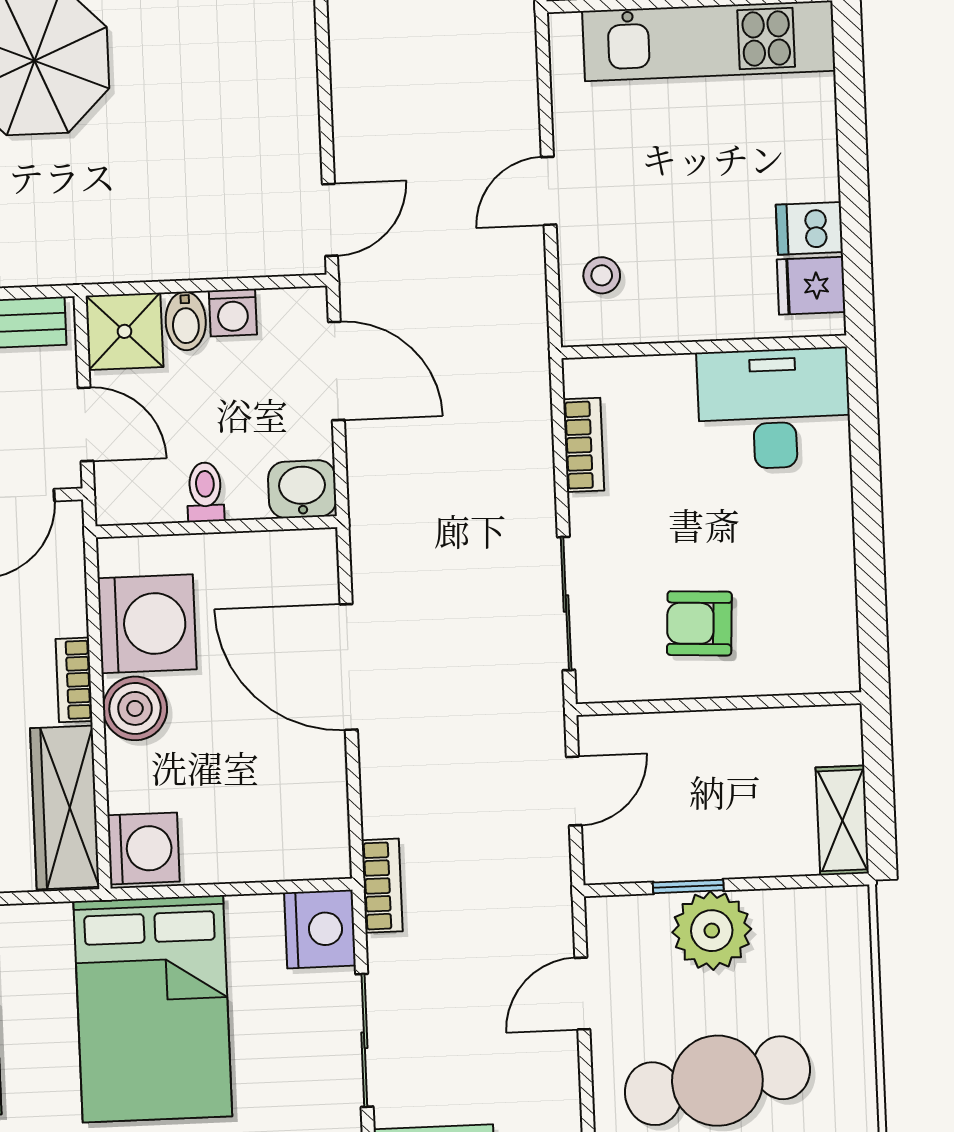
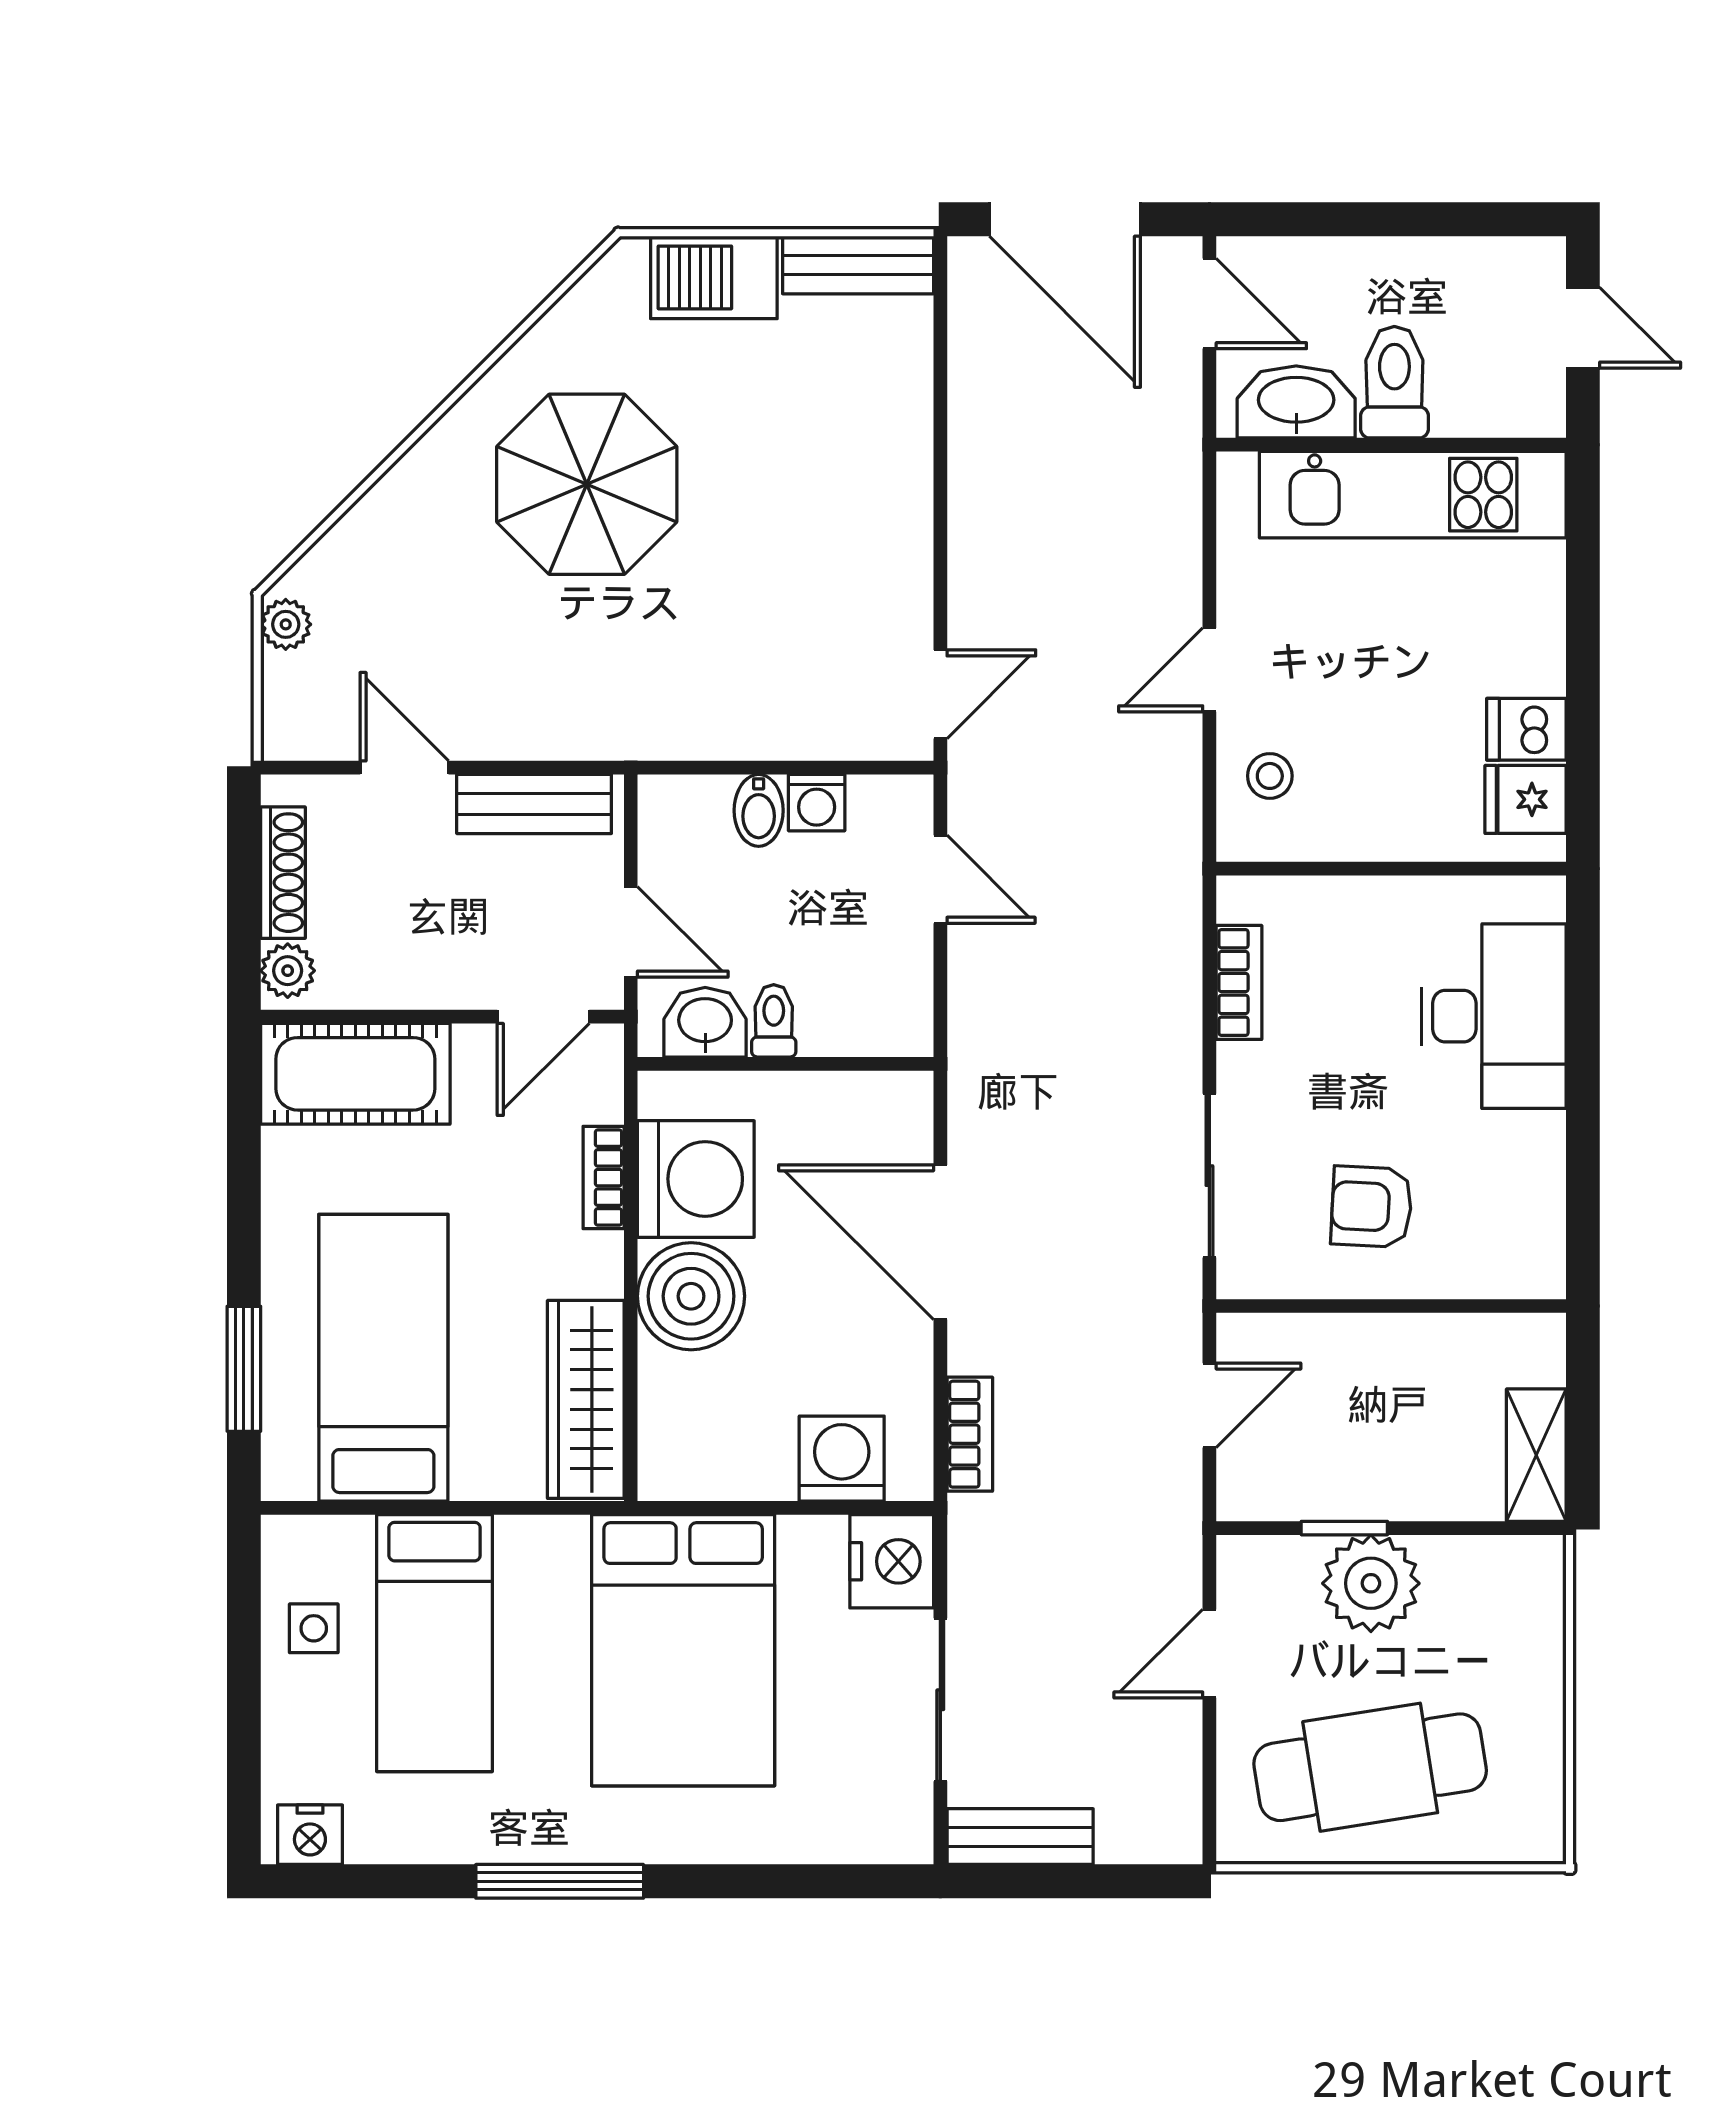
shower: (124, 331) -> (683, 820), removed
door: (336, 371) -> (940, 879), width x0.73
desk: (774, 409) -> (1494, 1016), moved, turned 90
washbasin: (302, 489) -> (705, 1022), moved
bookcase: (74, 680) -> (604, 1178), moved
boiler: (135, 708) -> (691, 1296), width x1.37, depth x1.37
washing machine: (144, 848) -> (842, 1459), moved, turned -90
bookcase: (382, 886) -> (970, 1434), moved

